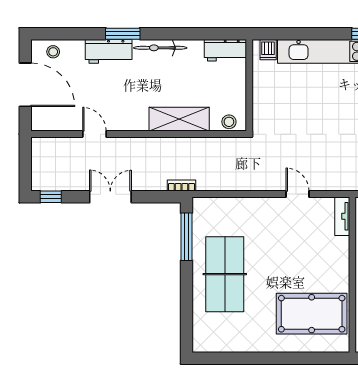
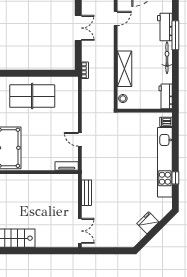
window: (123, 34) -> (175, 35), width x1.44
door: (298, 194) -> (80, 139), swing flipped
window: (186, 237) -> (54, 73), removed

